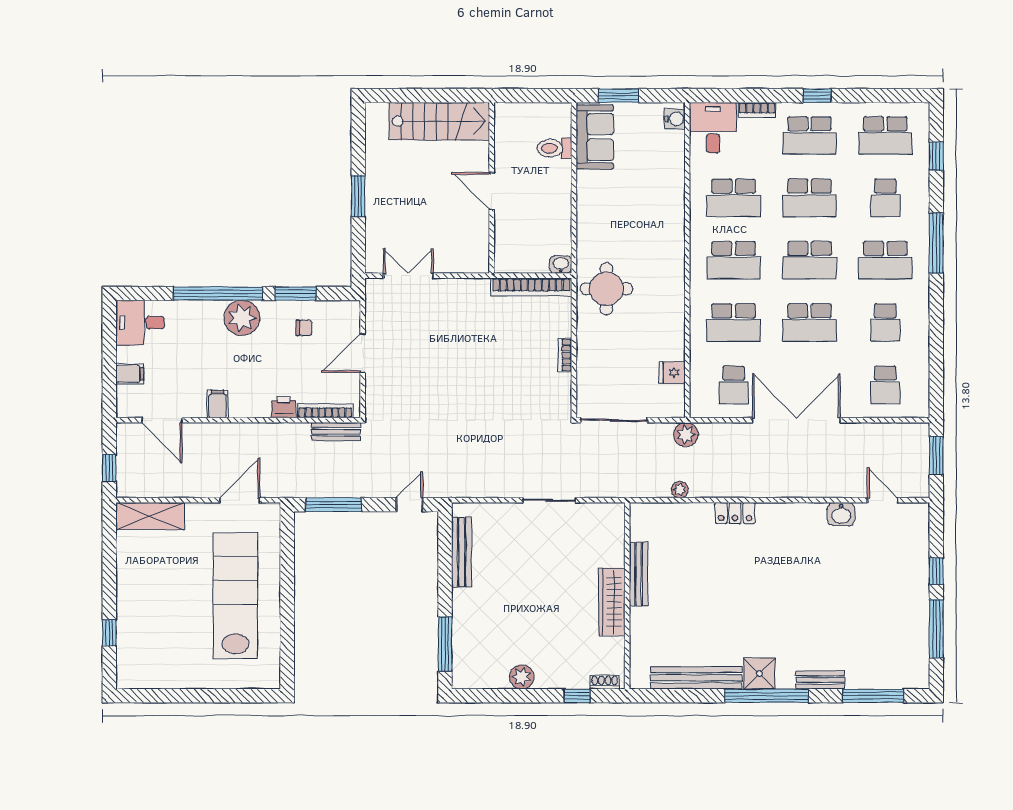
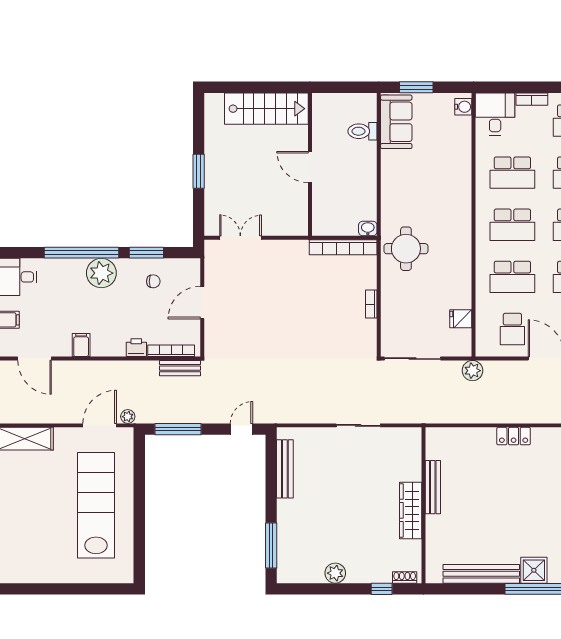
plant: (680, 490) -> (128, 417), moved

